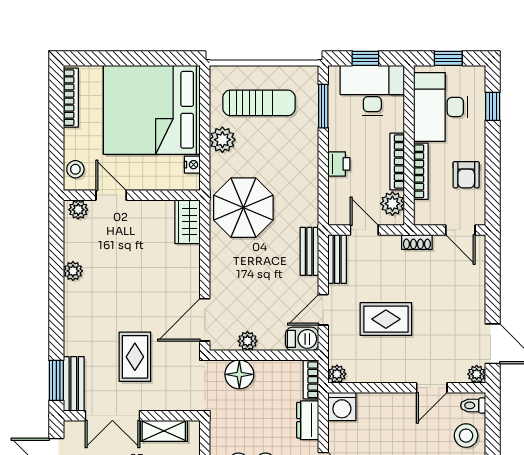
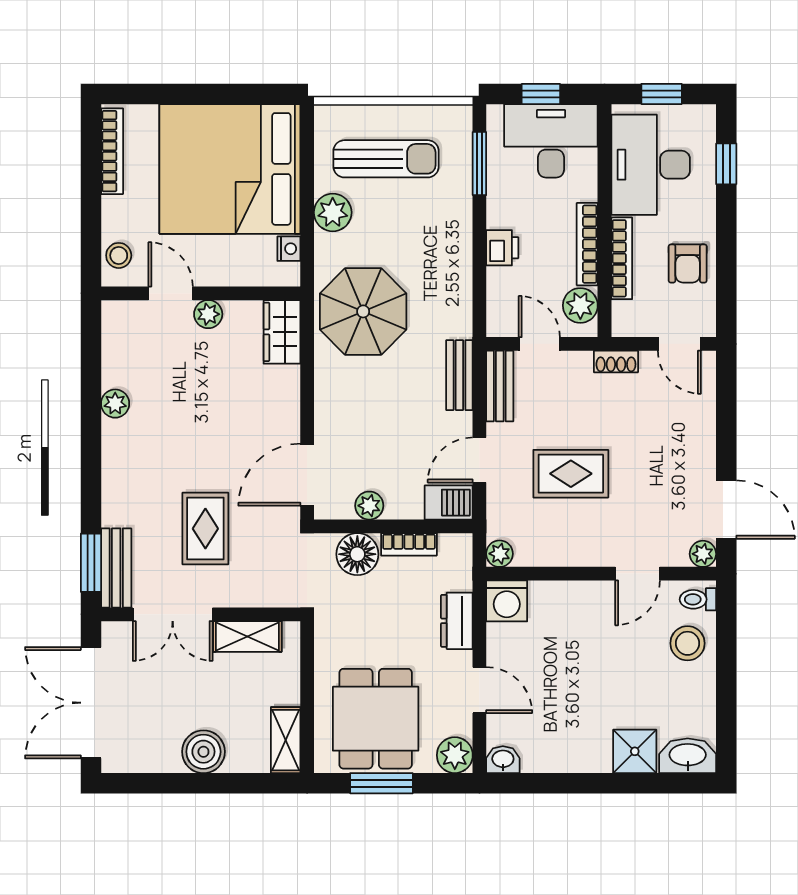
plant: (78, 210) -> (208, 314), moved
bookcase: (311, 380) -> (409, 544), moved, turned -90

